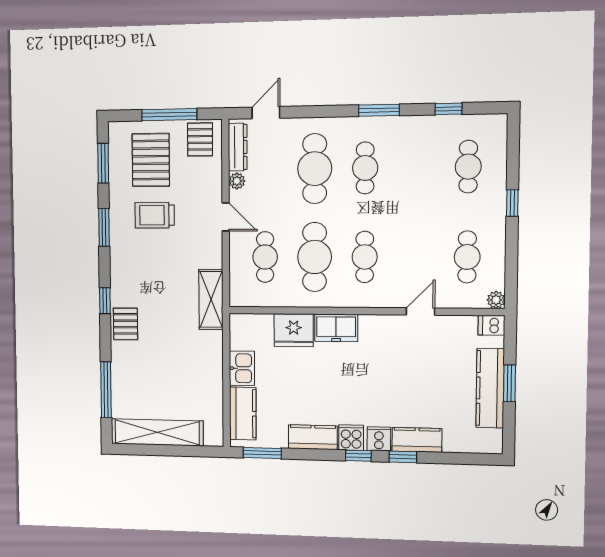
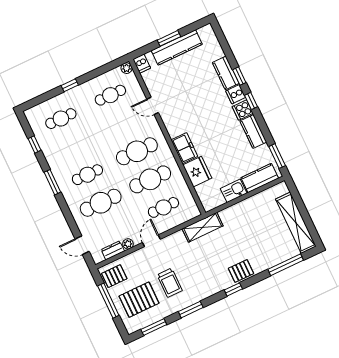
dresser: (238, 147) -> (113, 250), width x0.70
cafe table: (365, 257) -> (137, 151), width x1.37, depth x1.35

